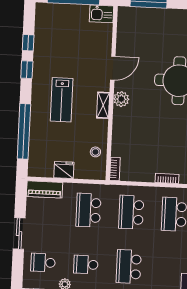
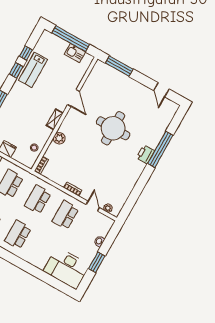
kitchen sink: (102, 14) -> (75, 53), moved
door: (113, 68) -> (74, 98), hinge flipped
plant: (121, 99) -> (59, 138), moved
lab bench: (62, 100) -> (33, 70), moved

